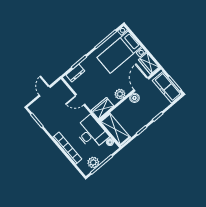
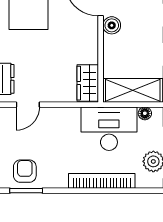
plant: (120, 94) -> (89, 41), removed
door: (80, 100) -> (28, 105), moved
armchair: (44, 113) -> (25, 171), added

